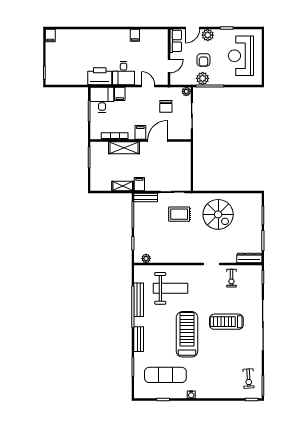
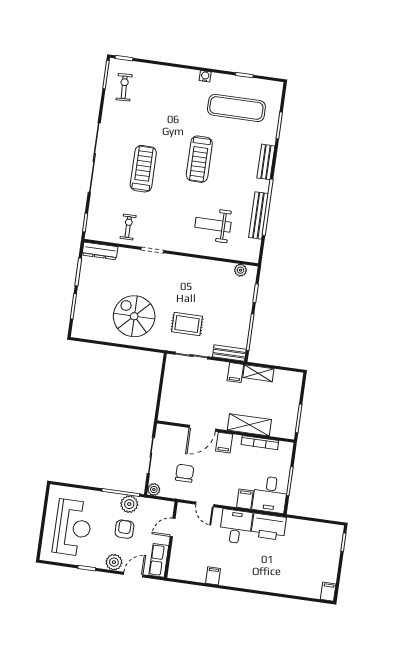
weight bench: (171, 288) -> (213, 225), width x0.73, depth x0.75
treadmill: (226, 322) -> (143, 169), turned -90
treadmill: (187, 334) -> (199, 159), width x0.73, depth x0.73

